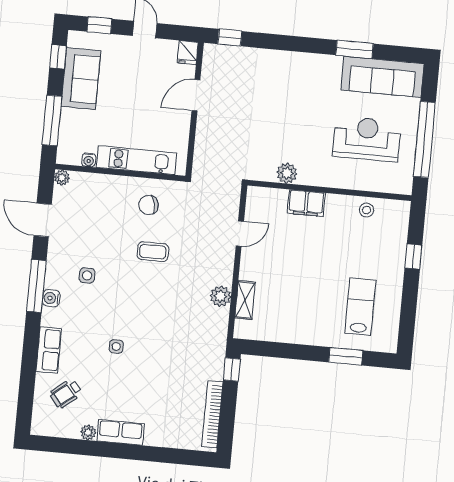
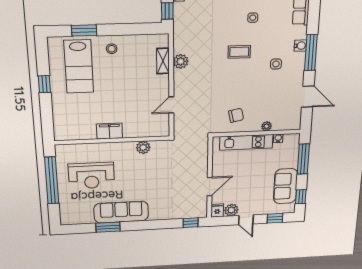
plant: (166, 50) -> (231, 210), added
sofa: (382, 77) -> (121, 212), moved
plant: (62, 178) -> (267, 126), moved
filing cabinet: (306, 203) -> (110, 131), moved
stool: (367, 210) -> (112, 49), moved
coffee table: (153, 252) -> (239, 52), moved
window: (413, 257) -> (44, 84), moved
lab bench: (360, 307) -> (79, 67), width x1.36, depth x1.39

